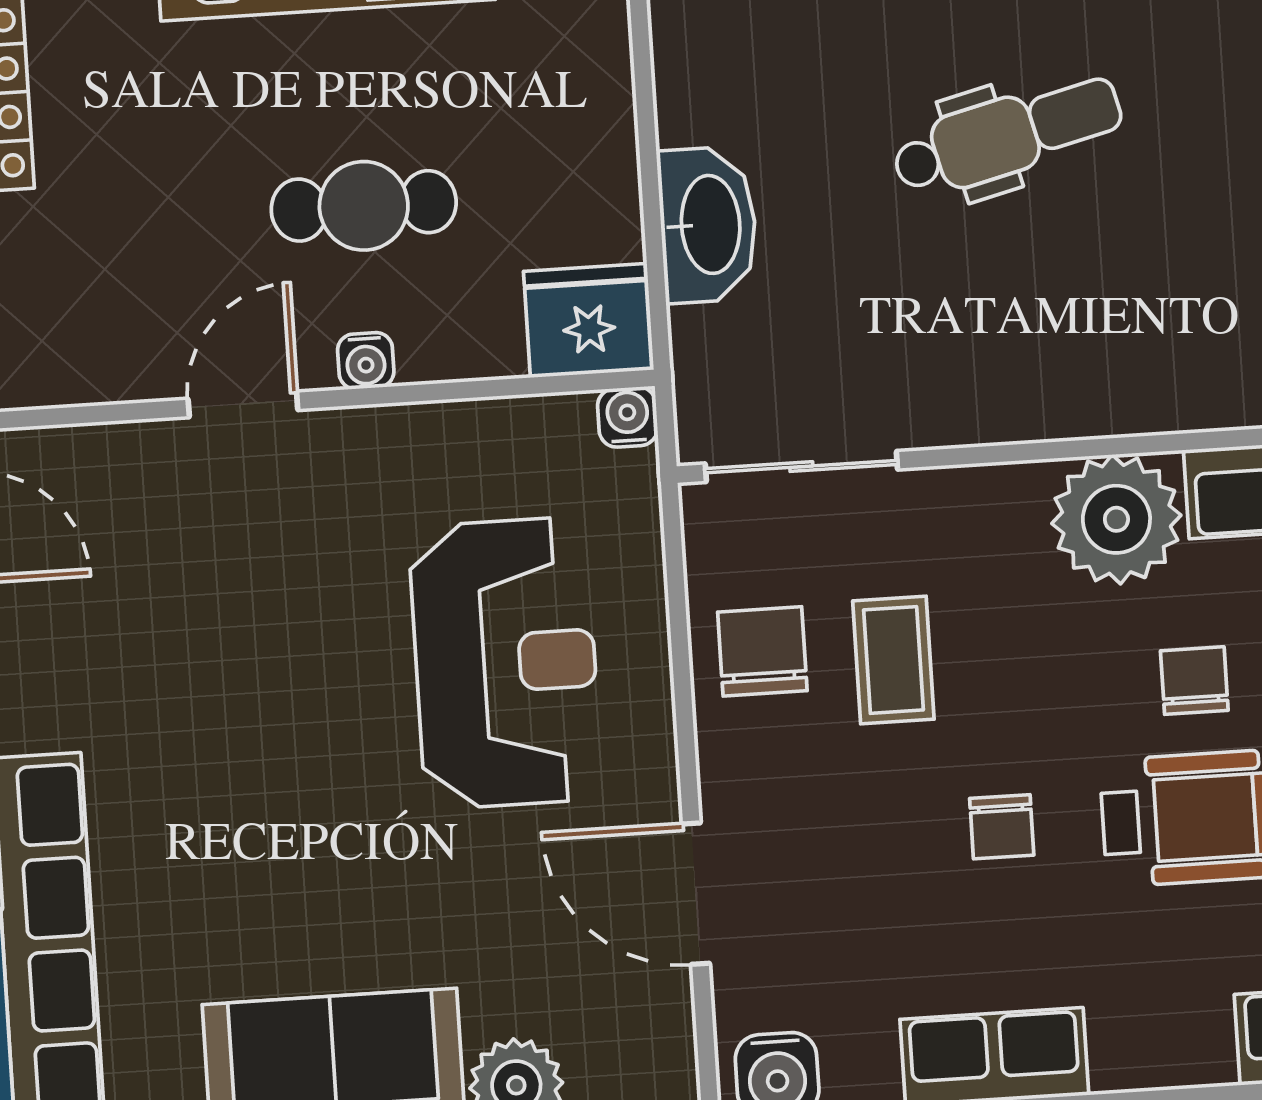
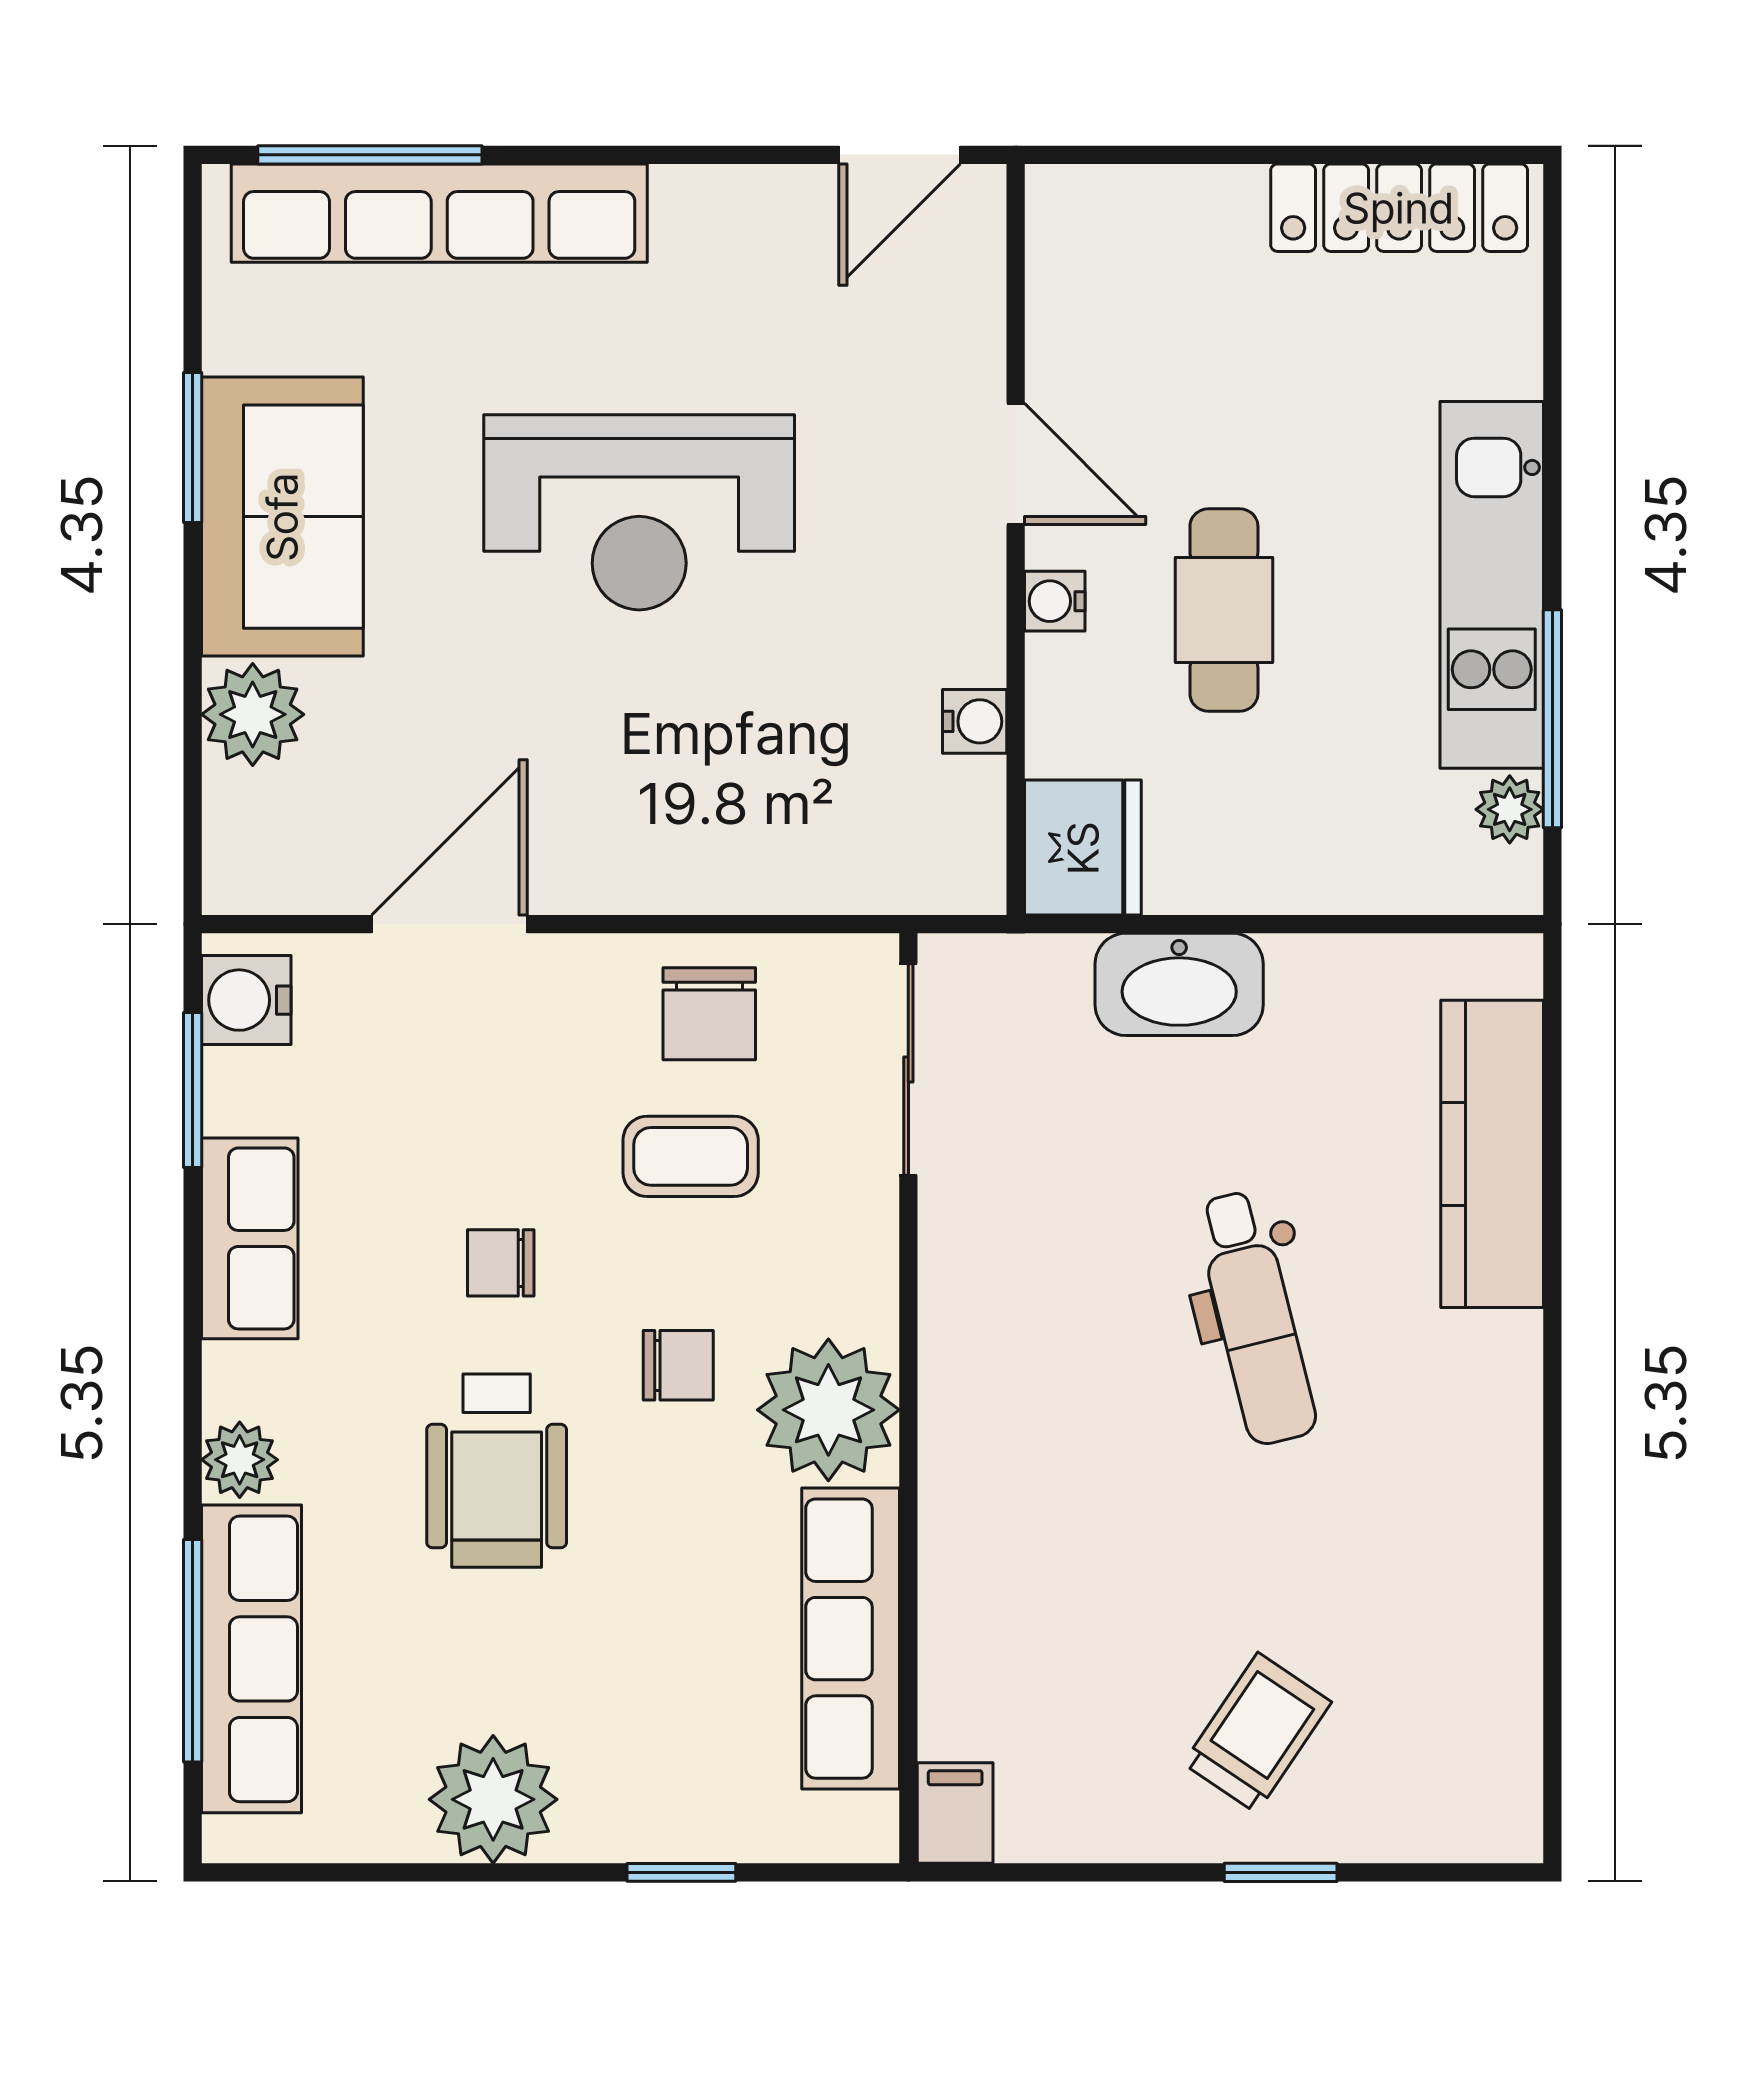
water cooler: (628, 417) -> (975, 721), moved
chair: (762, 651) -> (709, 1014), turned 90
reception desk: (506, 663) -> (639, 512), moved
chair: (1194, 681) -> (678, 1365), moved
plant: (1197, 1053) -> (240, 1460), added

